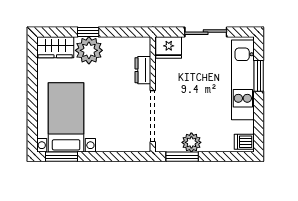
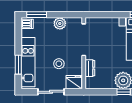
stool: (193, 77) -> (59, 64), added
window: (182, 157) -> (37, 15), moved

